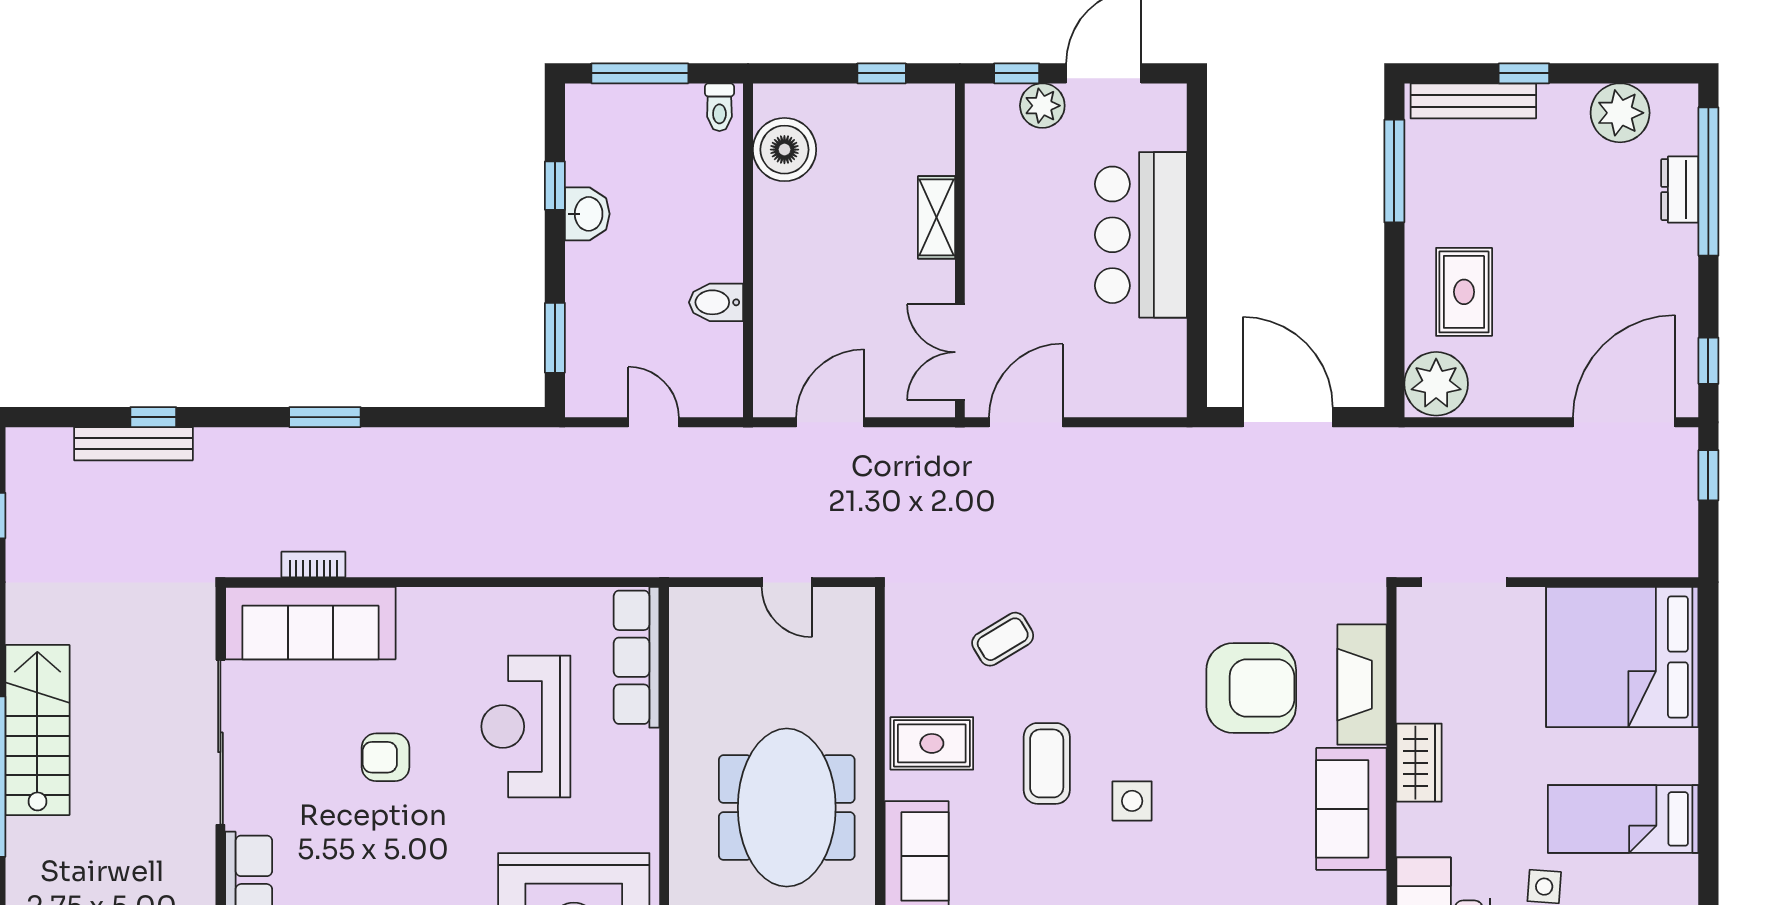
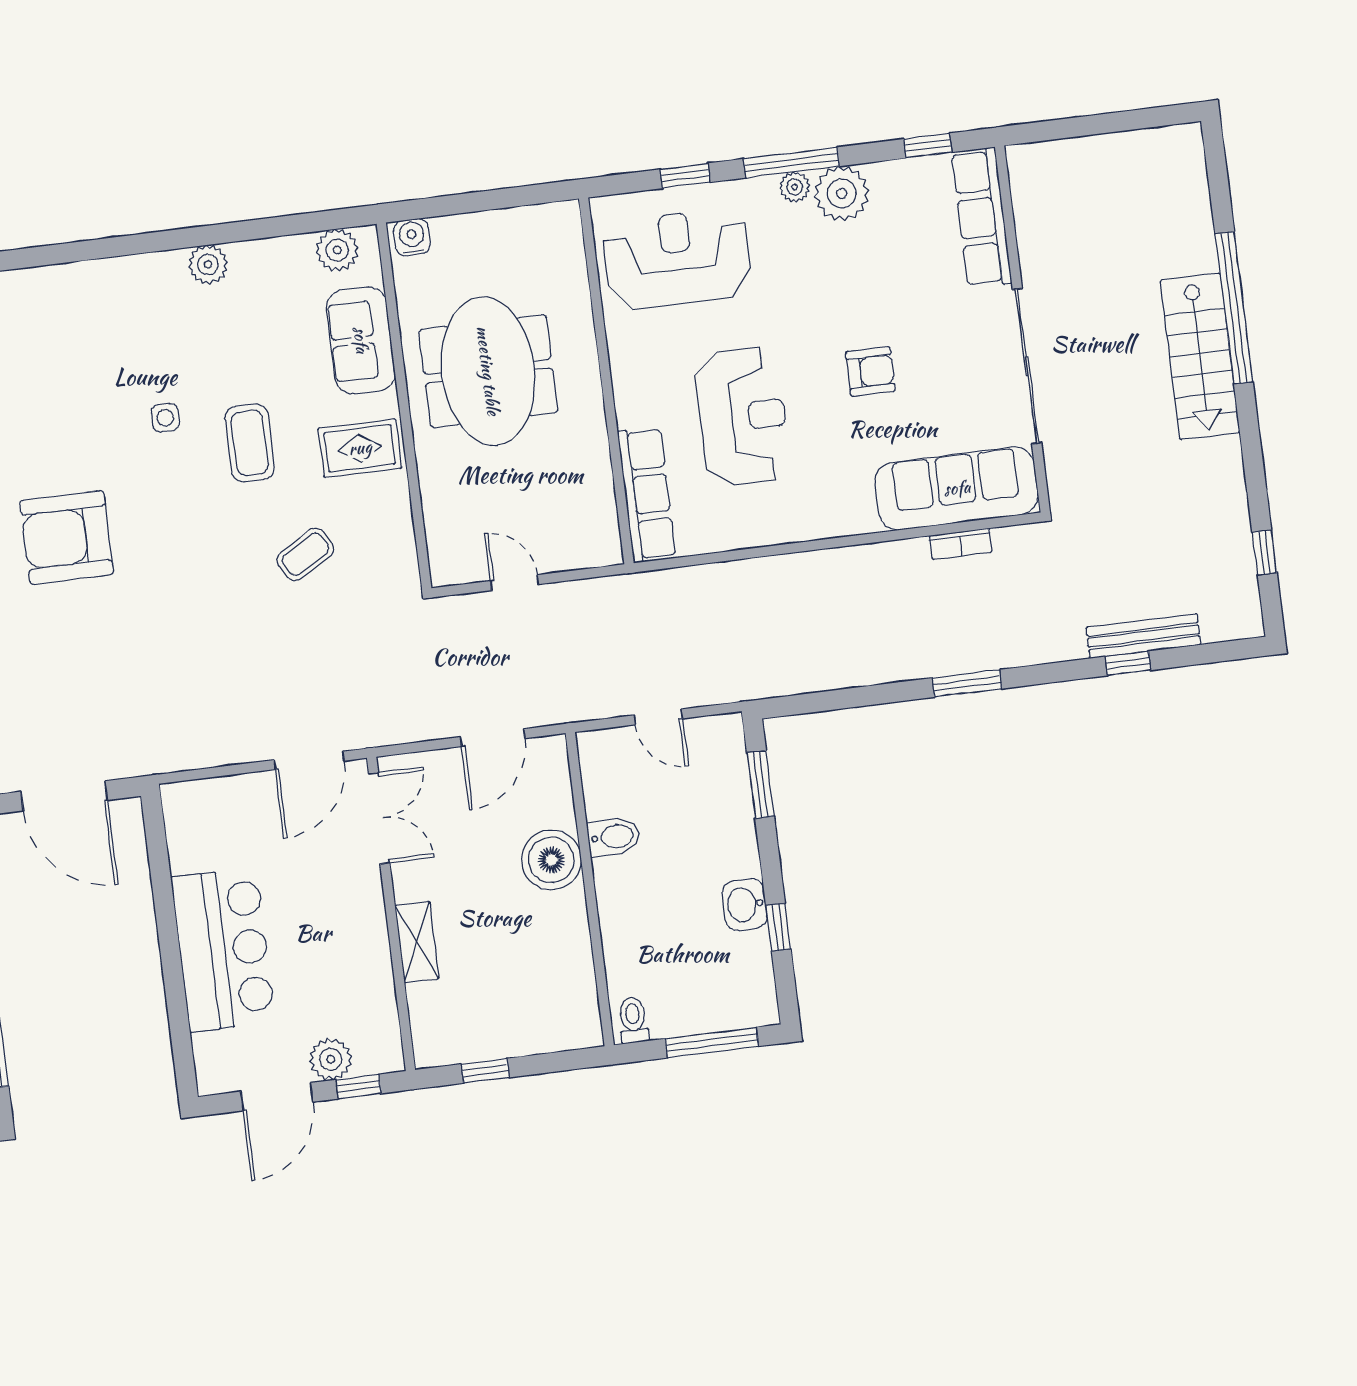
boiler: (784, 150) -> (551, 860), moved
side table: (1132, 801) -> (165, 418), width x0.73, depth x0.73

